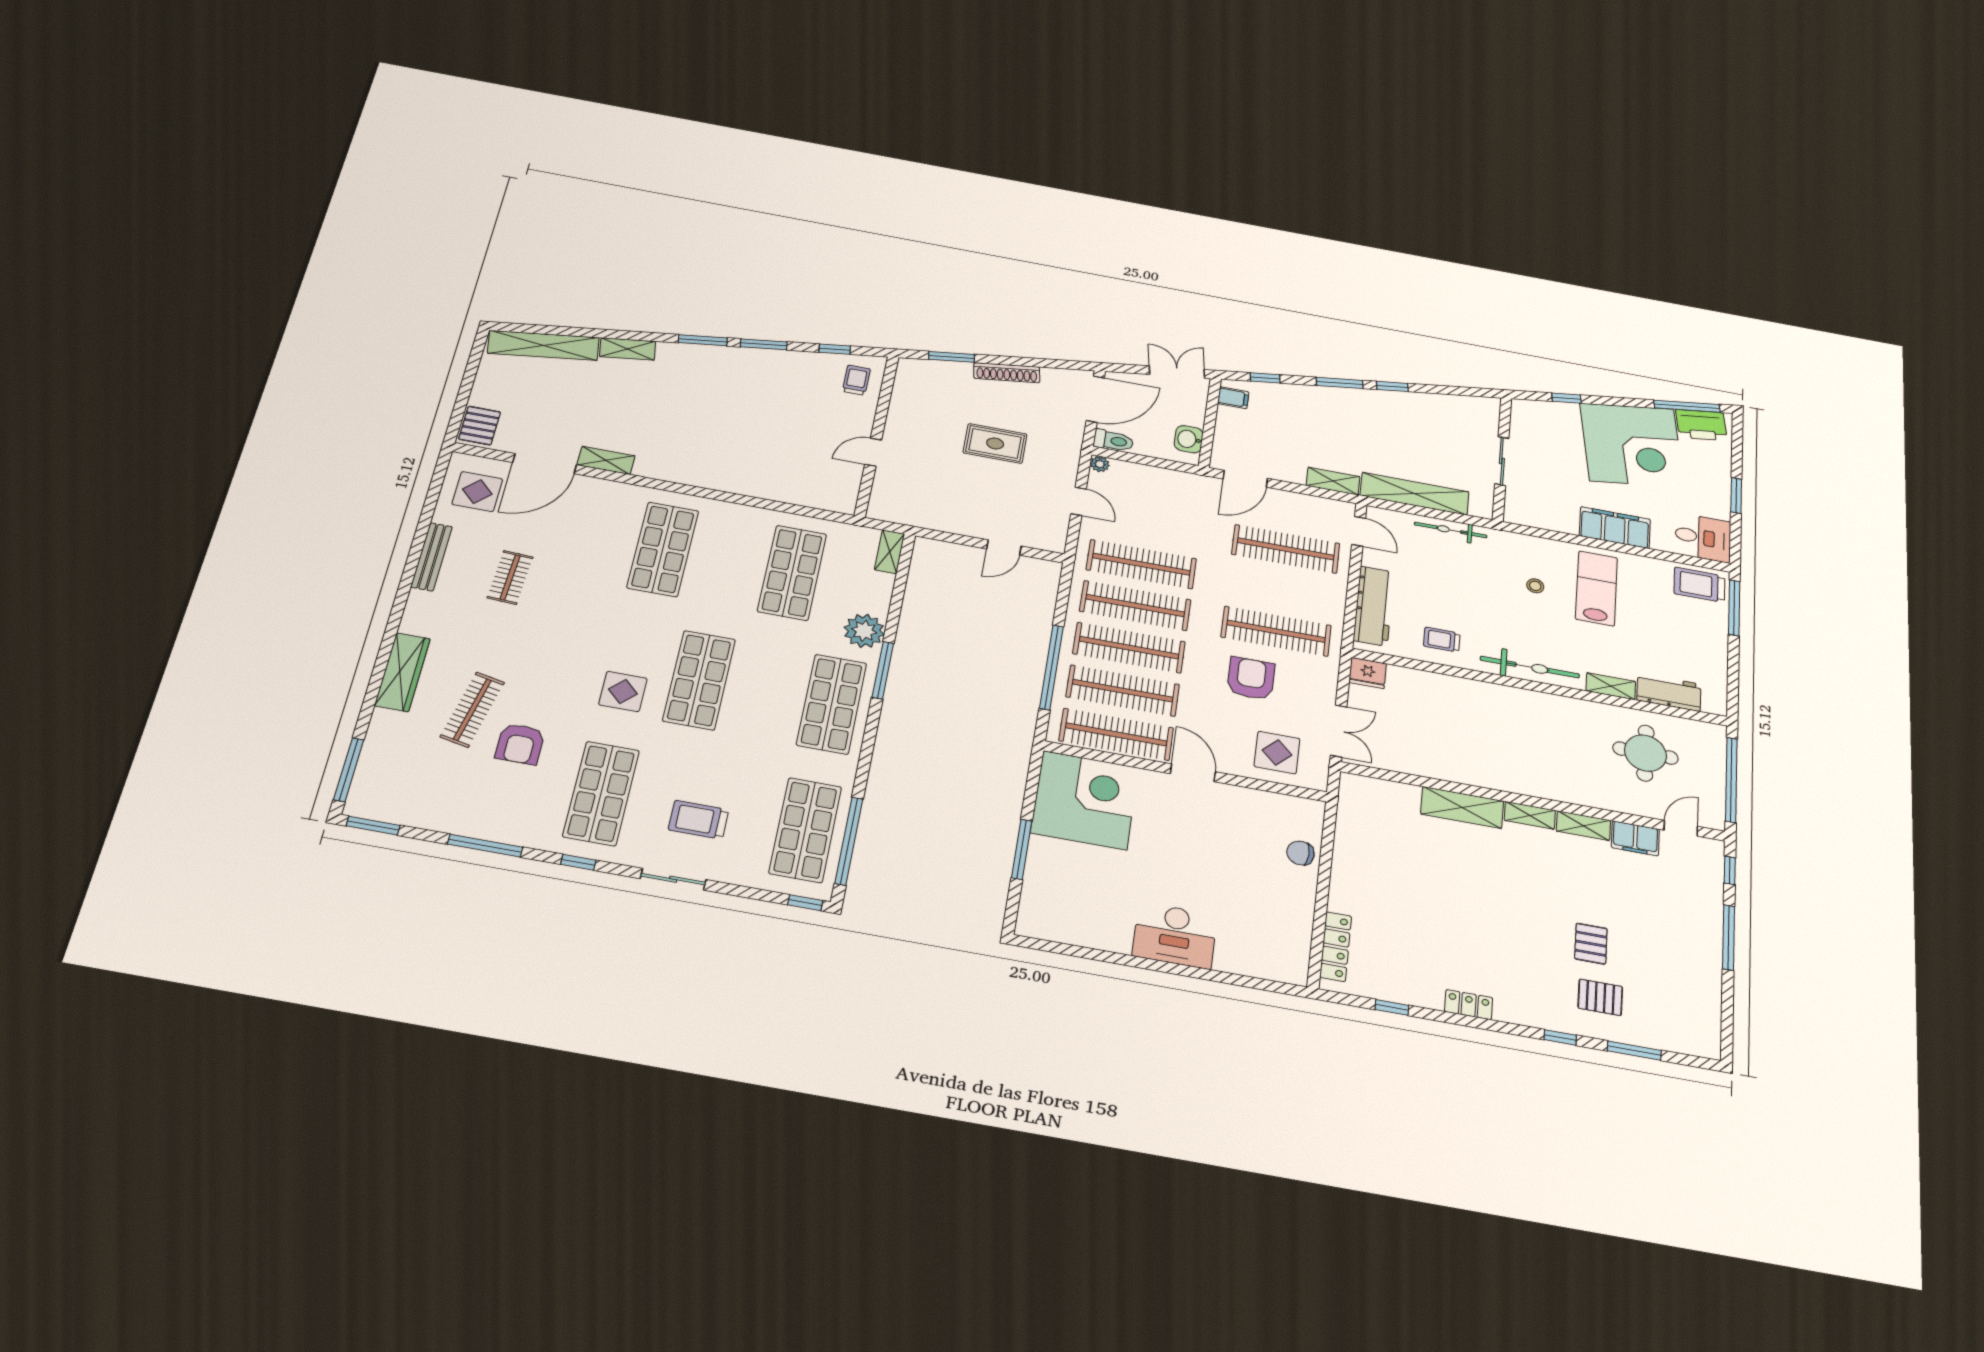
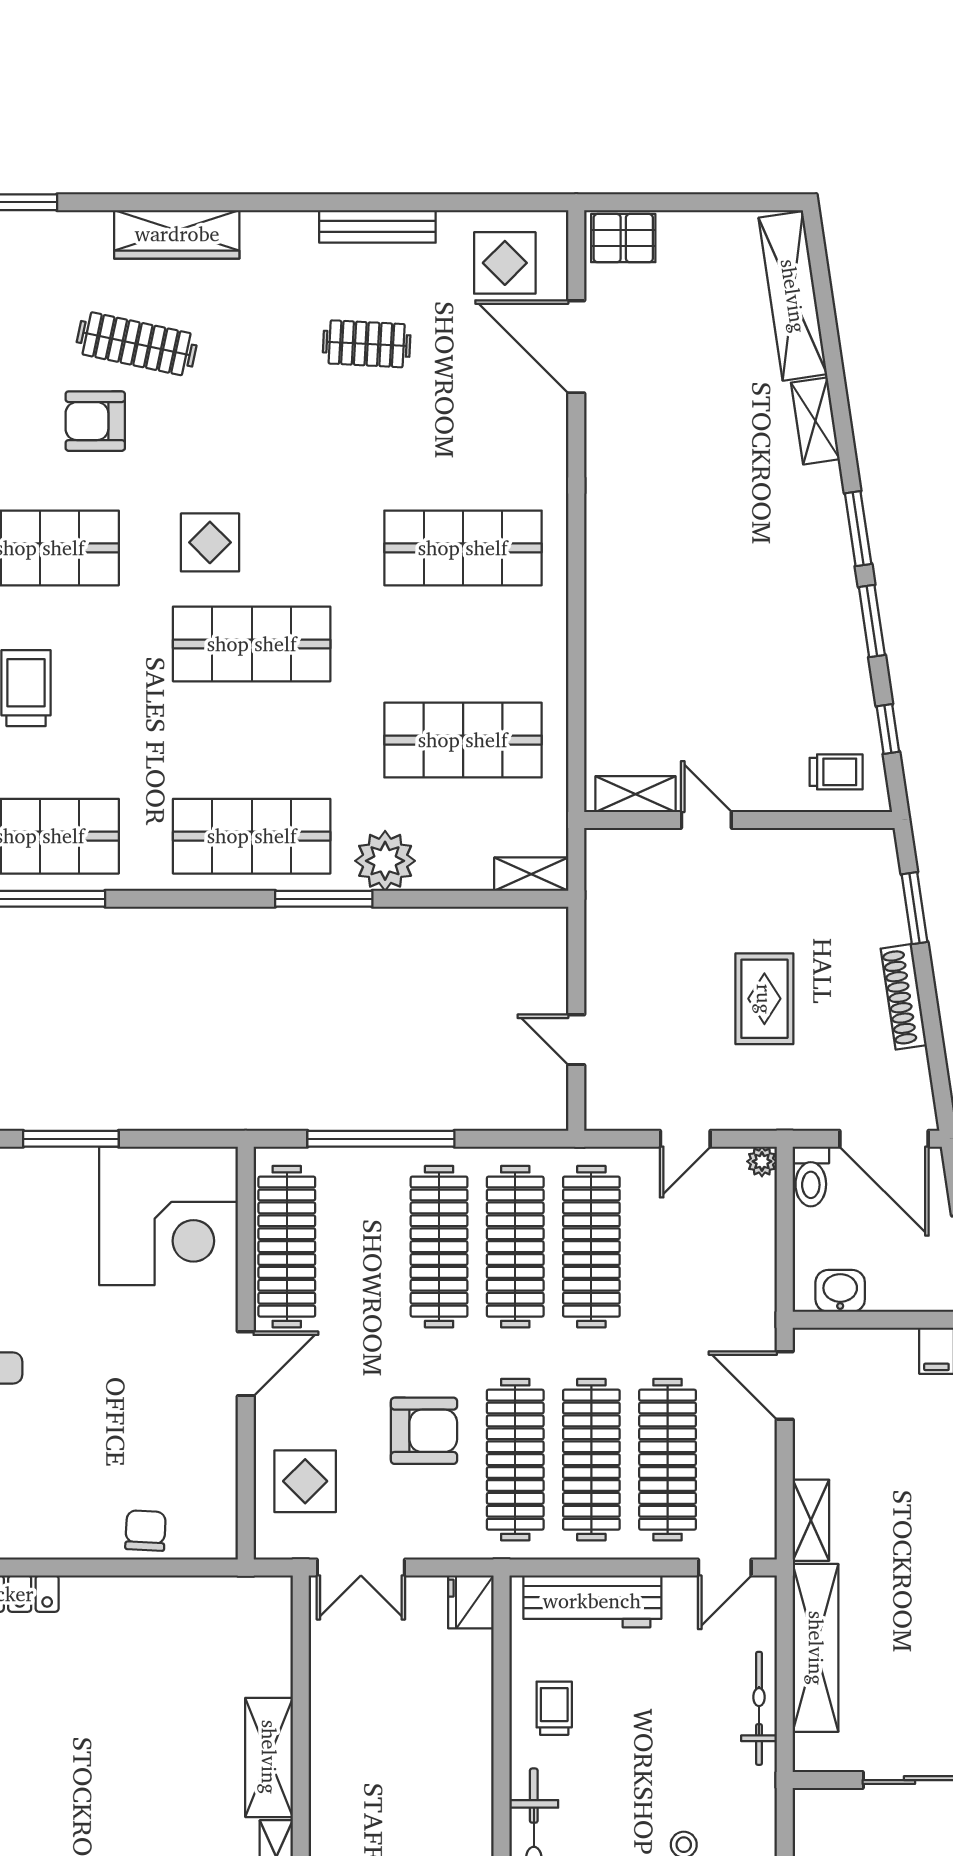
shelving: (606, 460) -> (635, 794), moved, turned 90
clothes rail: (1123, 691) -> (591, 1460), moved

